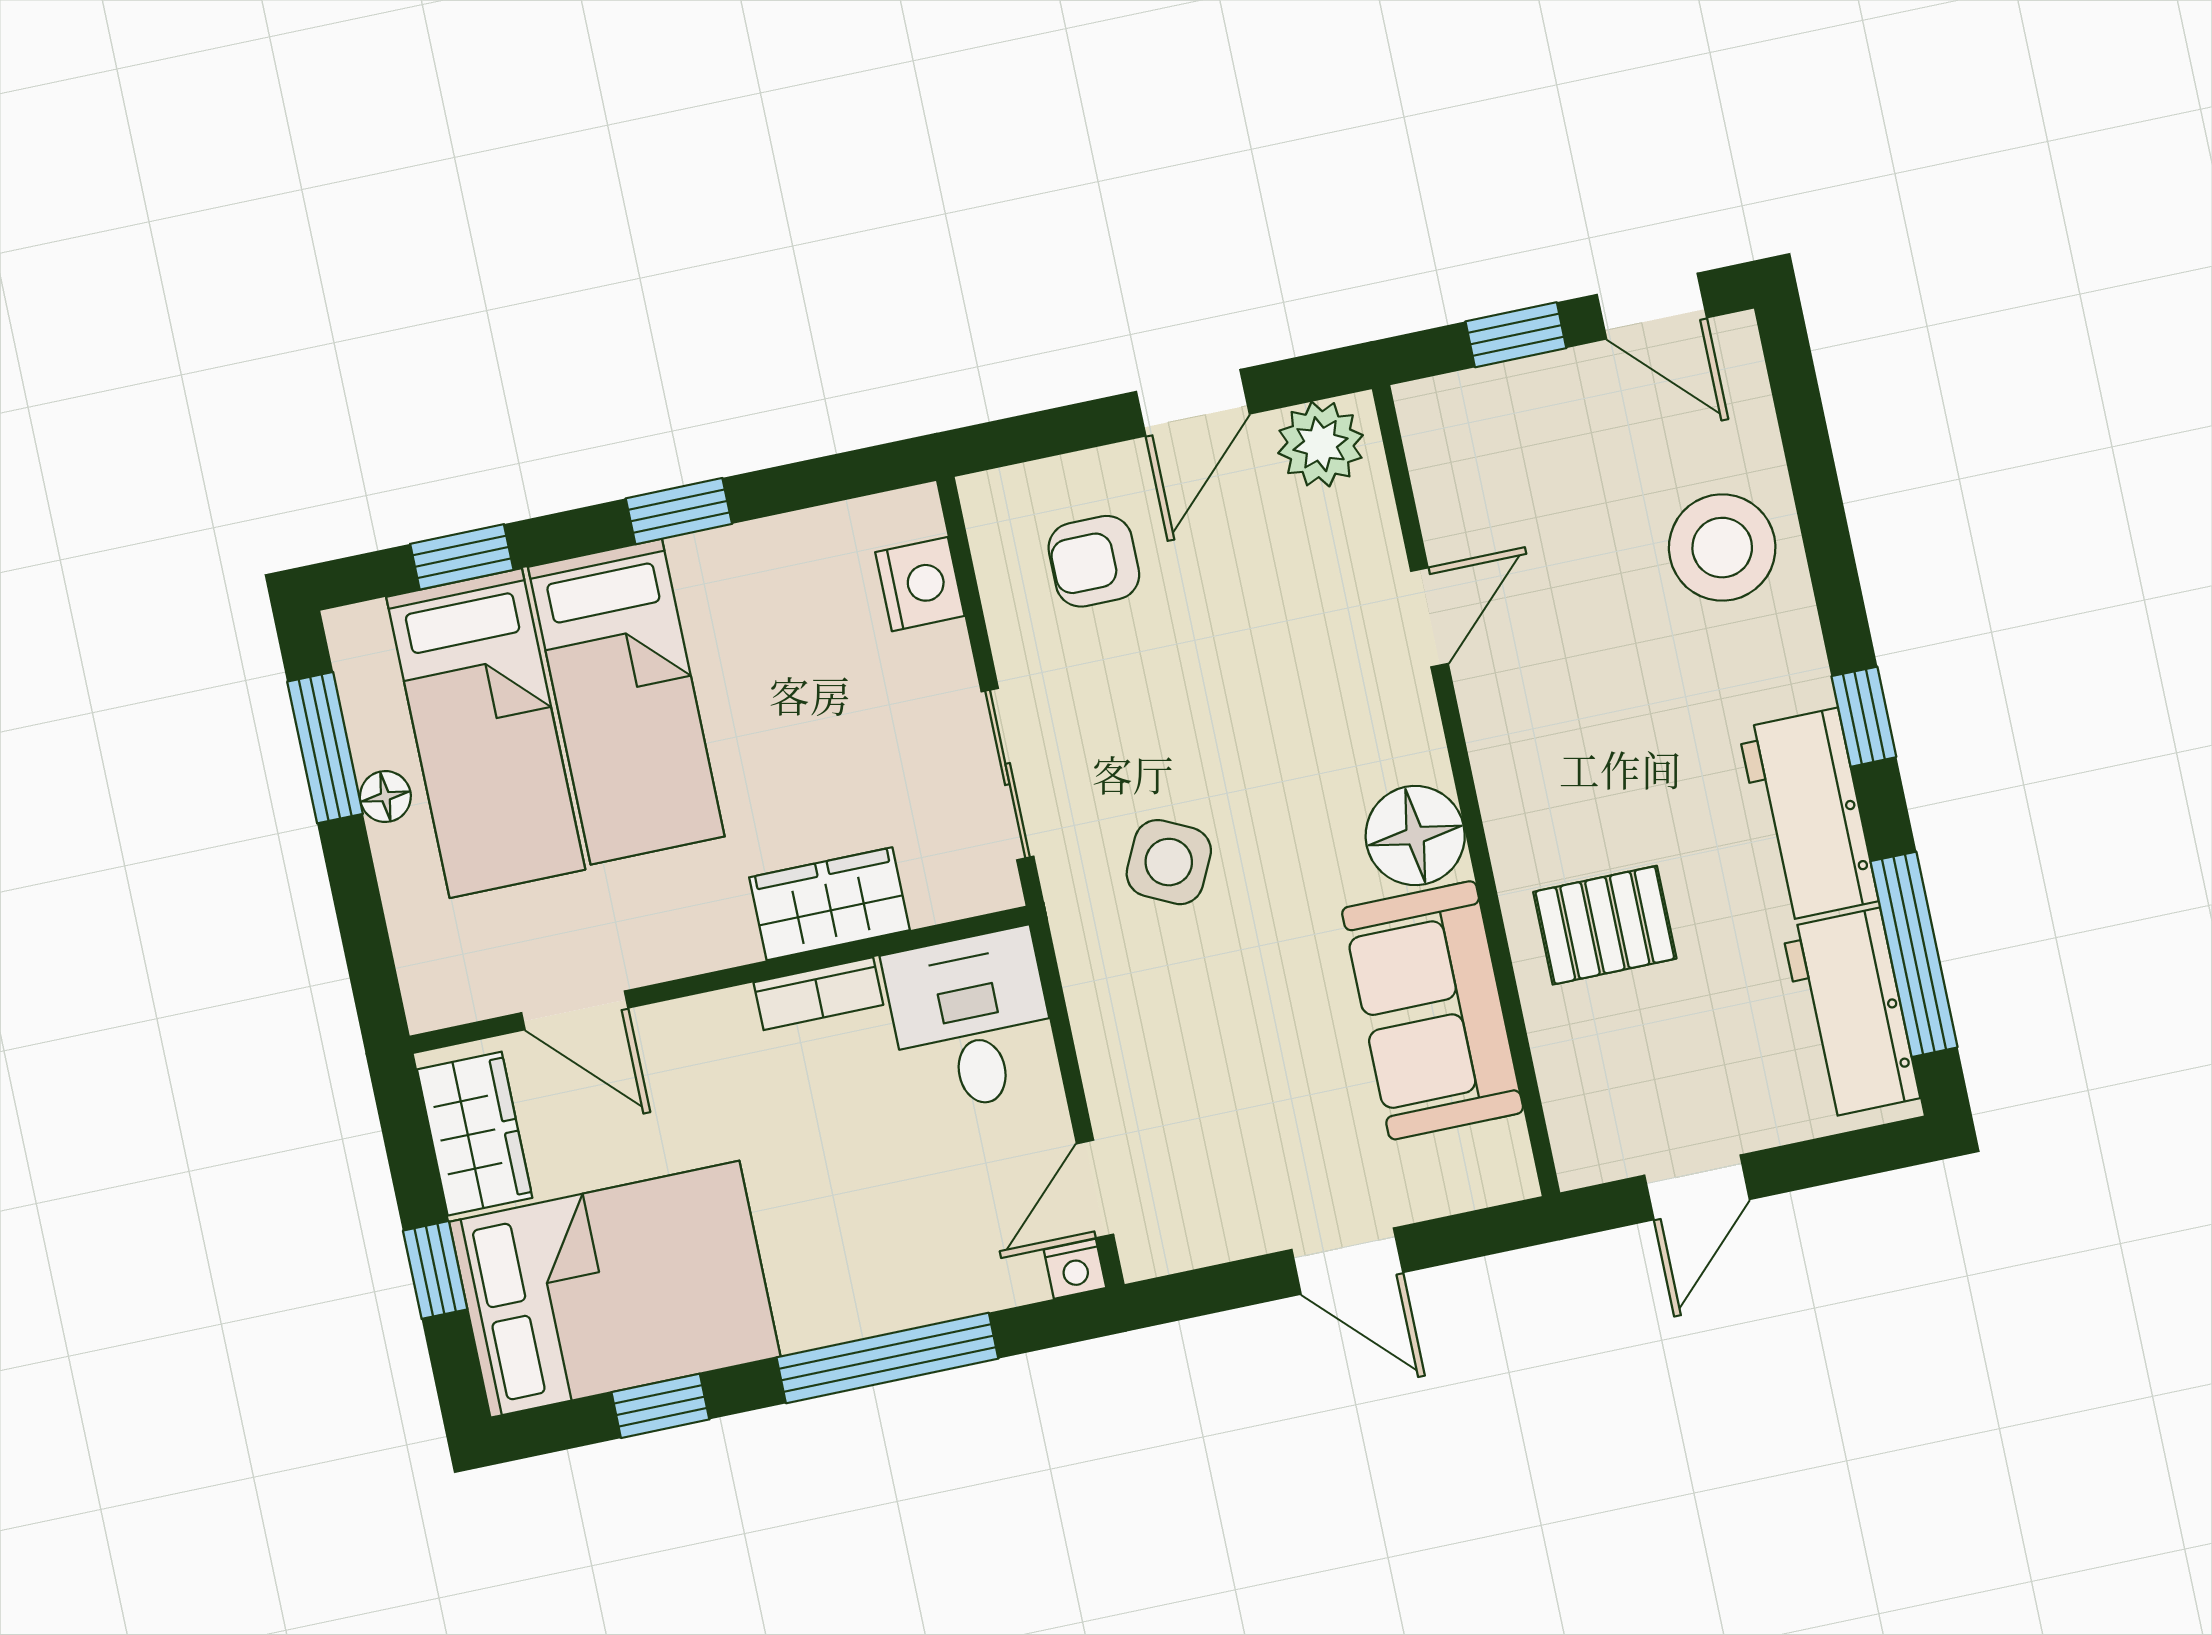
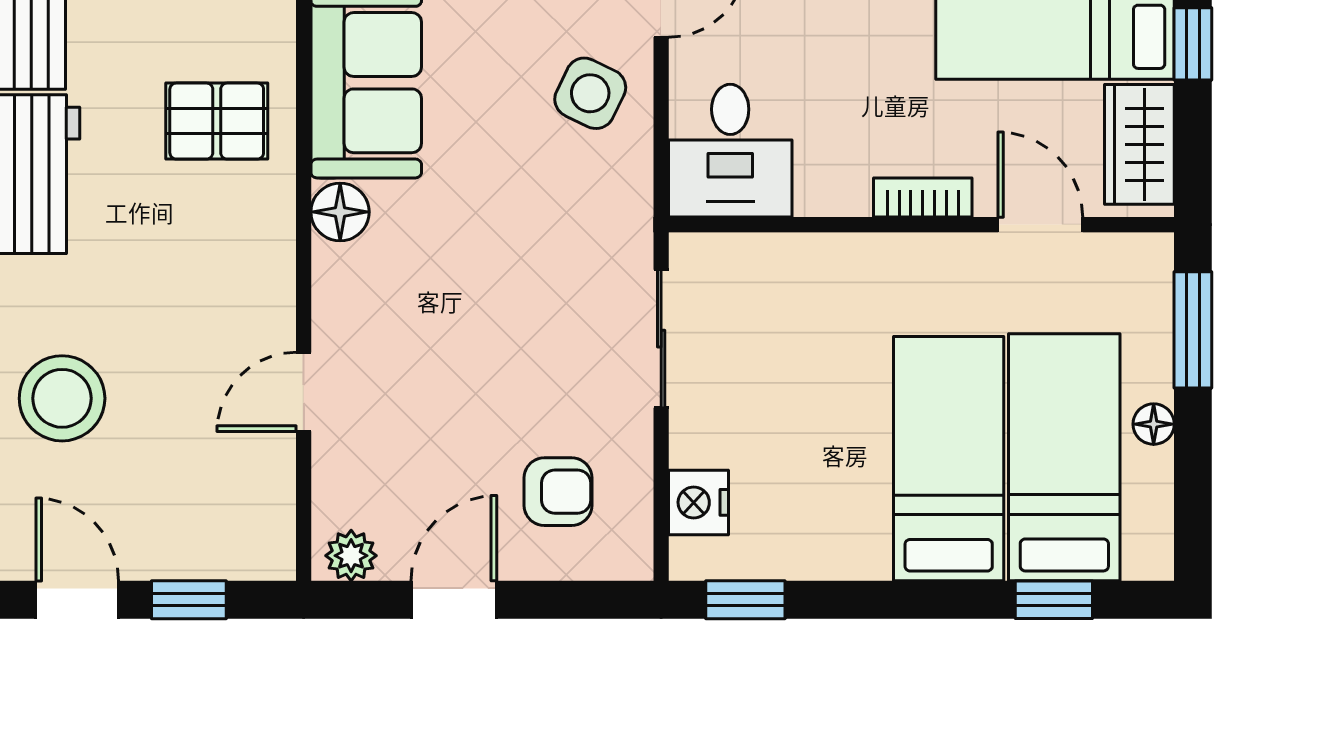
plant: (1321, 444) -> (351, 556), width x0.73, depth x0.73
window: (679, 511) -> (745, 600), moved
window: (325, 748) -> (1193, 330), moved
floor lamp: (1415, 836) -> (340, 212), width x0.73, depth x0.73
side table: (1169, 862) -> (590, 93), moved
wardrobe: (829, 904) -> (822, 266), removed
bookcase: (818, 994) -> (923, 197), moved

